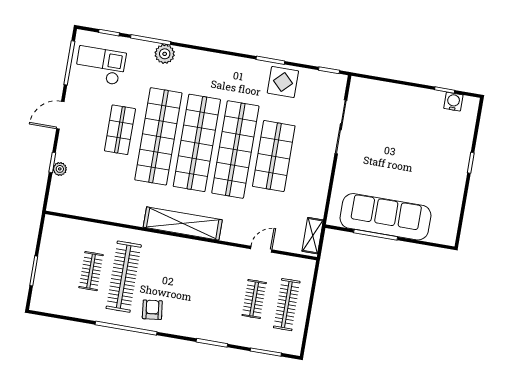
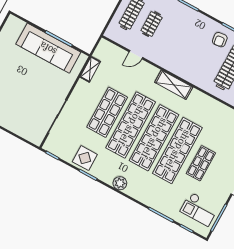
plant: (165, 54) -> (120, 183), moved
shelving: (183, 223) -> (174, 85), width x0.68
shelving: (313, 236) -> (90, 69), moved

